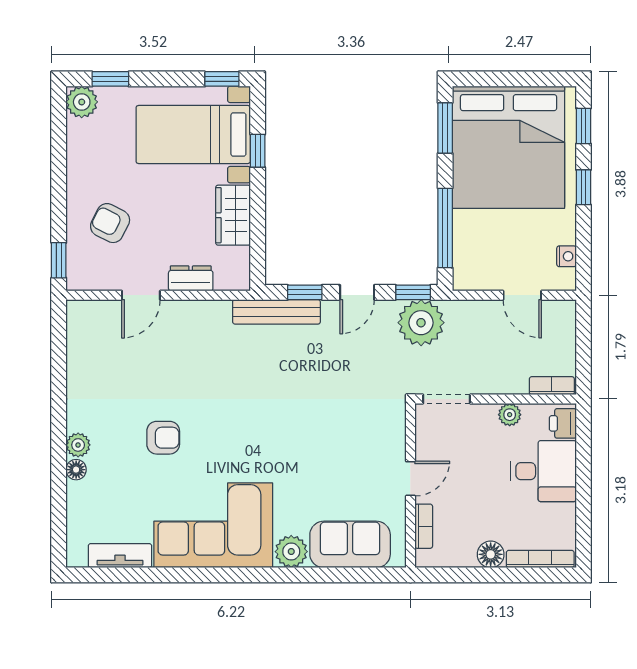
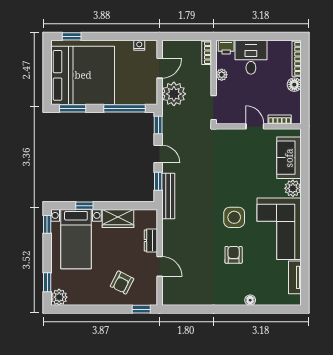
window: (584, 187) -> (103, 36), removed
plant: (421, 323) -> (174, 94), moved
side table: (235, 439) -> (234, 217), added
plant: (78, 445) -> (237, 299), removed

